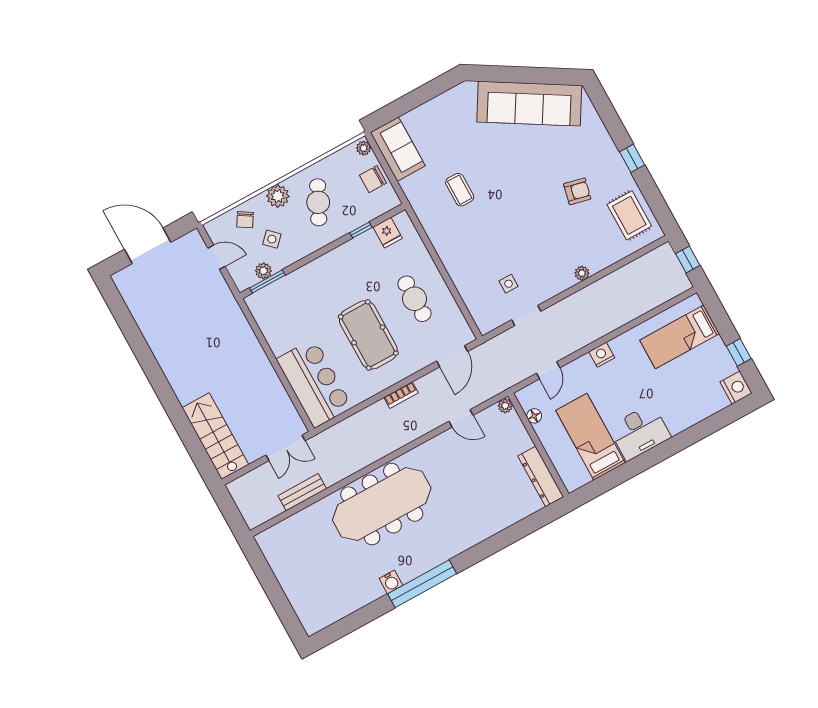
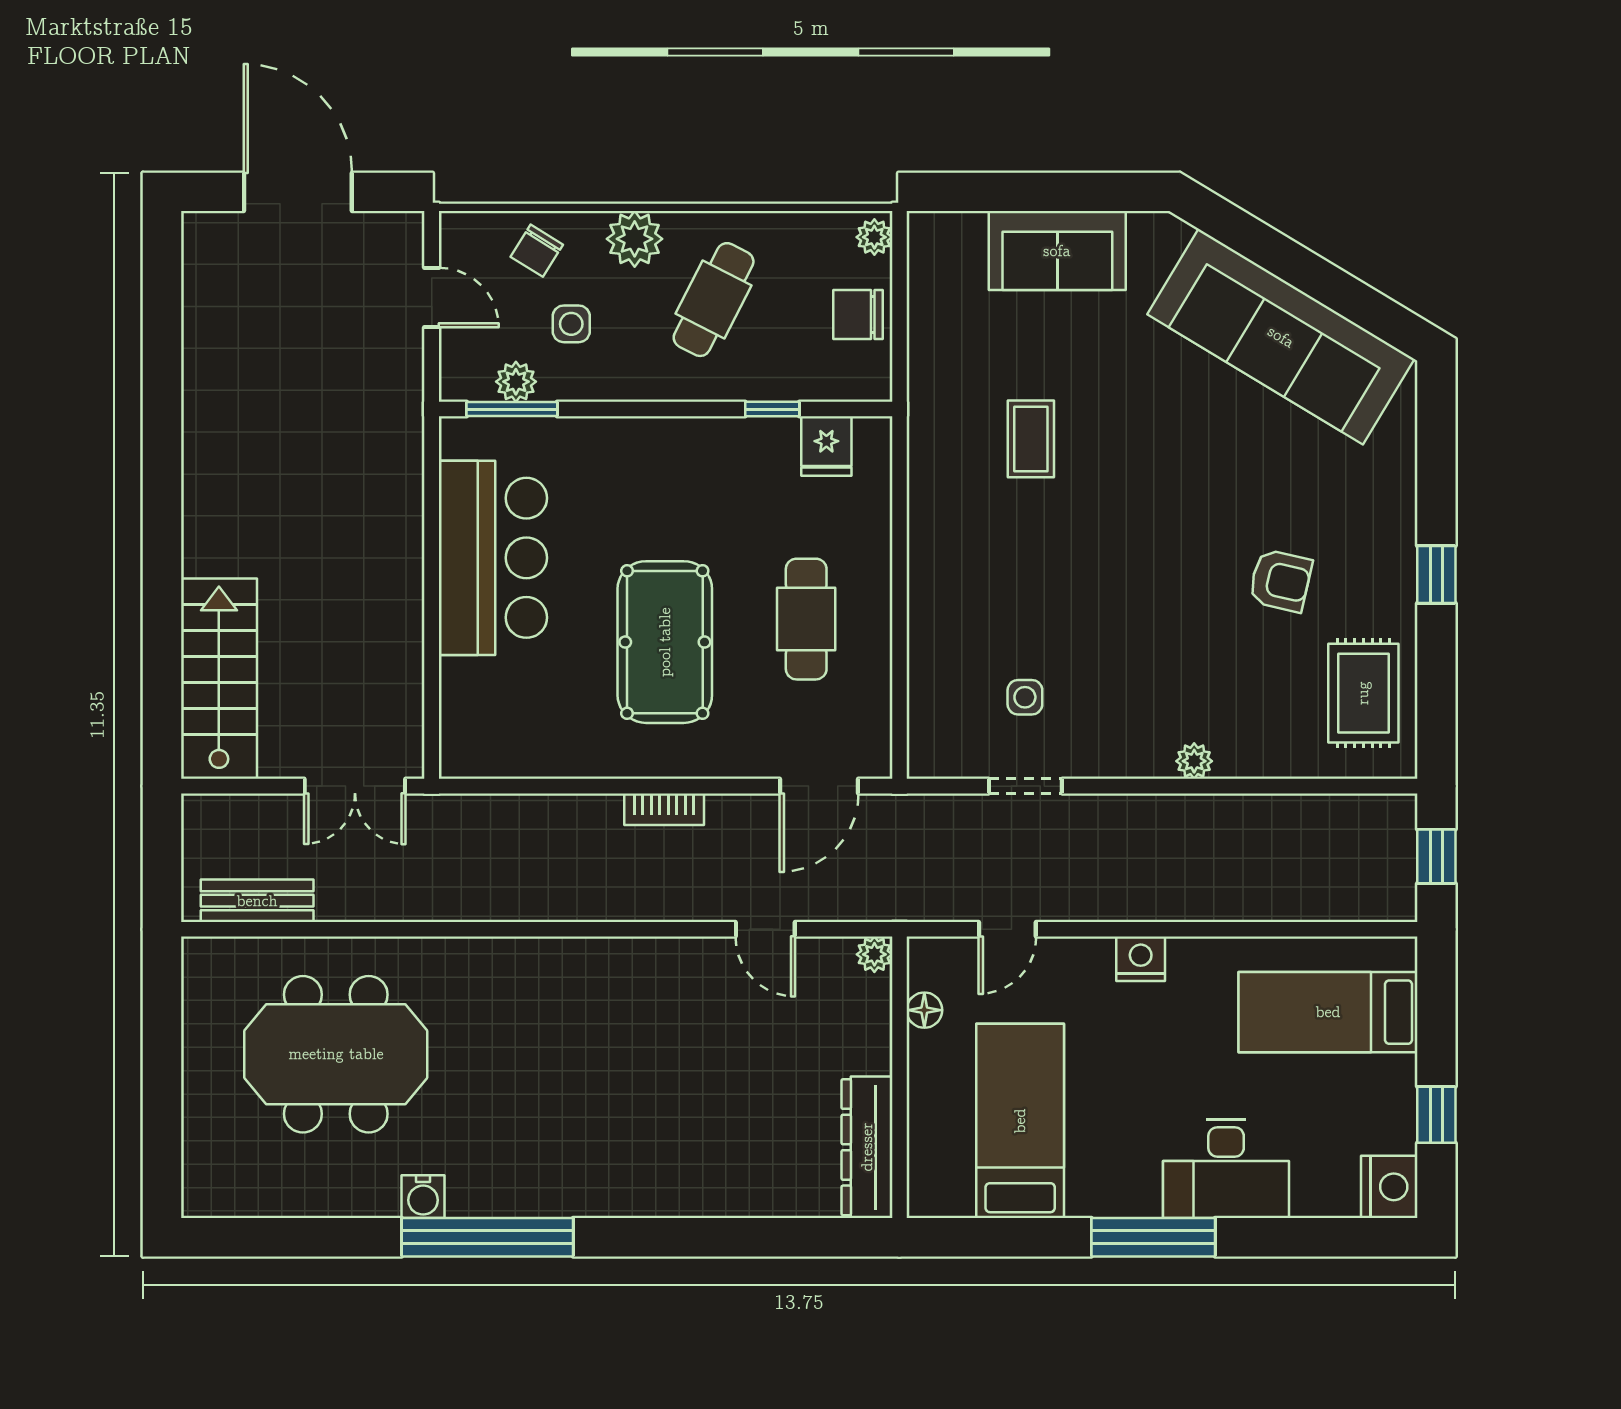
sofa: (398, 149) -> (1057, 251), moved, turned 90
side table: (272, 239) -> (571, 324), turned 45
bar counter: (314, 383) -> (493, 558), moved
desk: (640, 432) -> (1226, 1169), moved
window: (661, 452) -> (1153, 1237), added
bench: (302, 492) -> (257, 901), moved
meeting table: (382, 504) -> (336, 1054), moved, width x0.73

